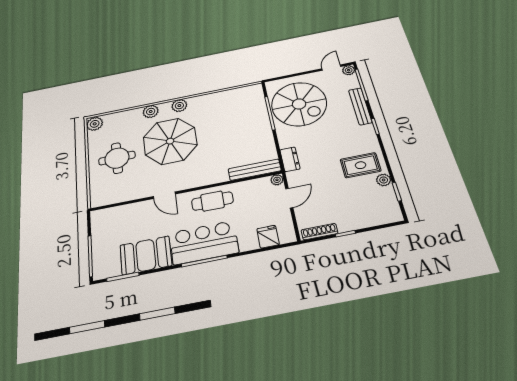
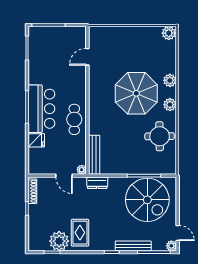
spiral stairs: (299, 104) -> (147, 200), turned -90
round table: (117, 158) -> (160, 136), moved
plant: (384, 180) -> (59, 241), width x1.87, depth x1.87
door: (164, 195) -> (87, 57), moved
fridge: (268, 237) -> (36, 140), moved
booth: (146, 255) -> (40, 66), removed

